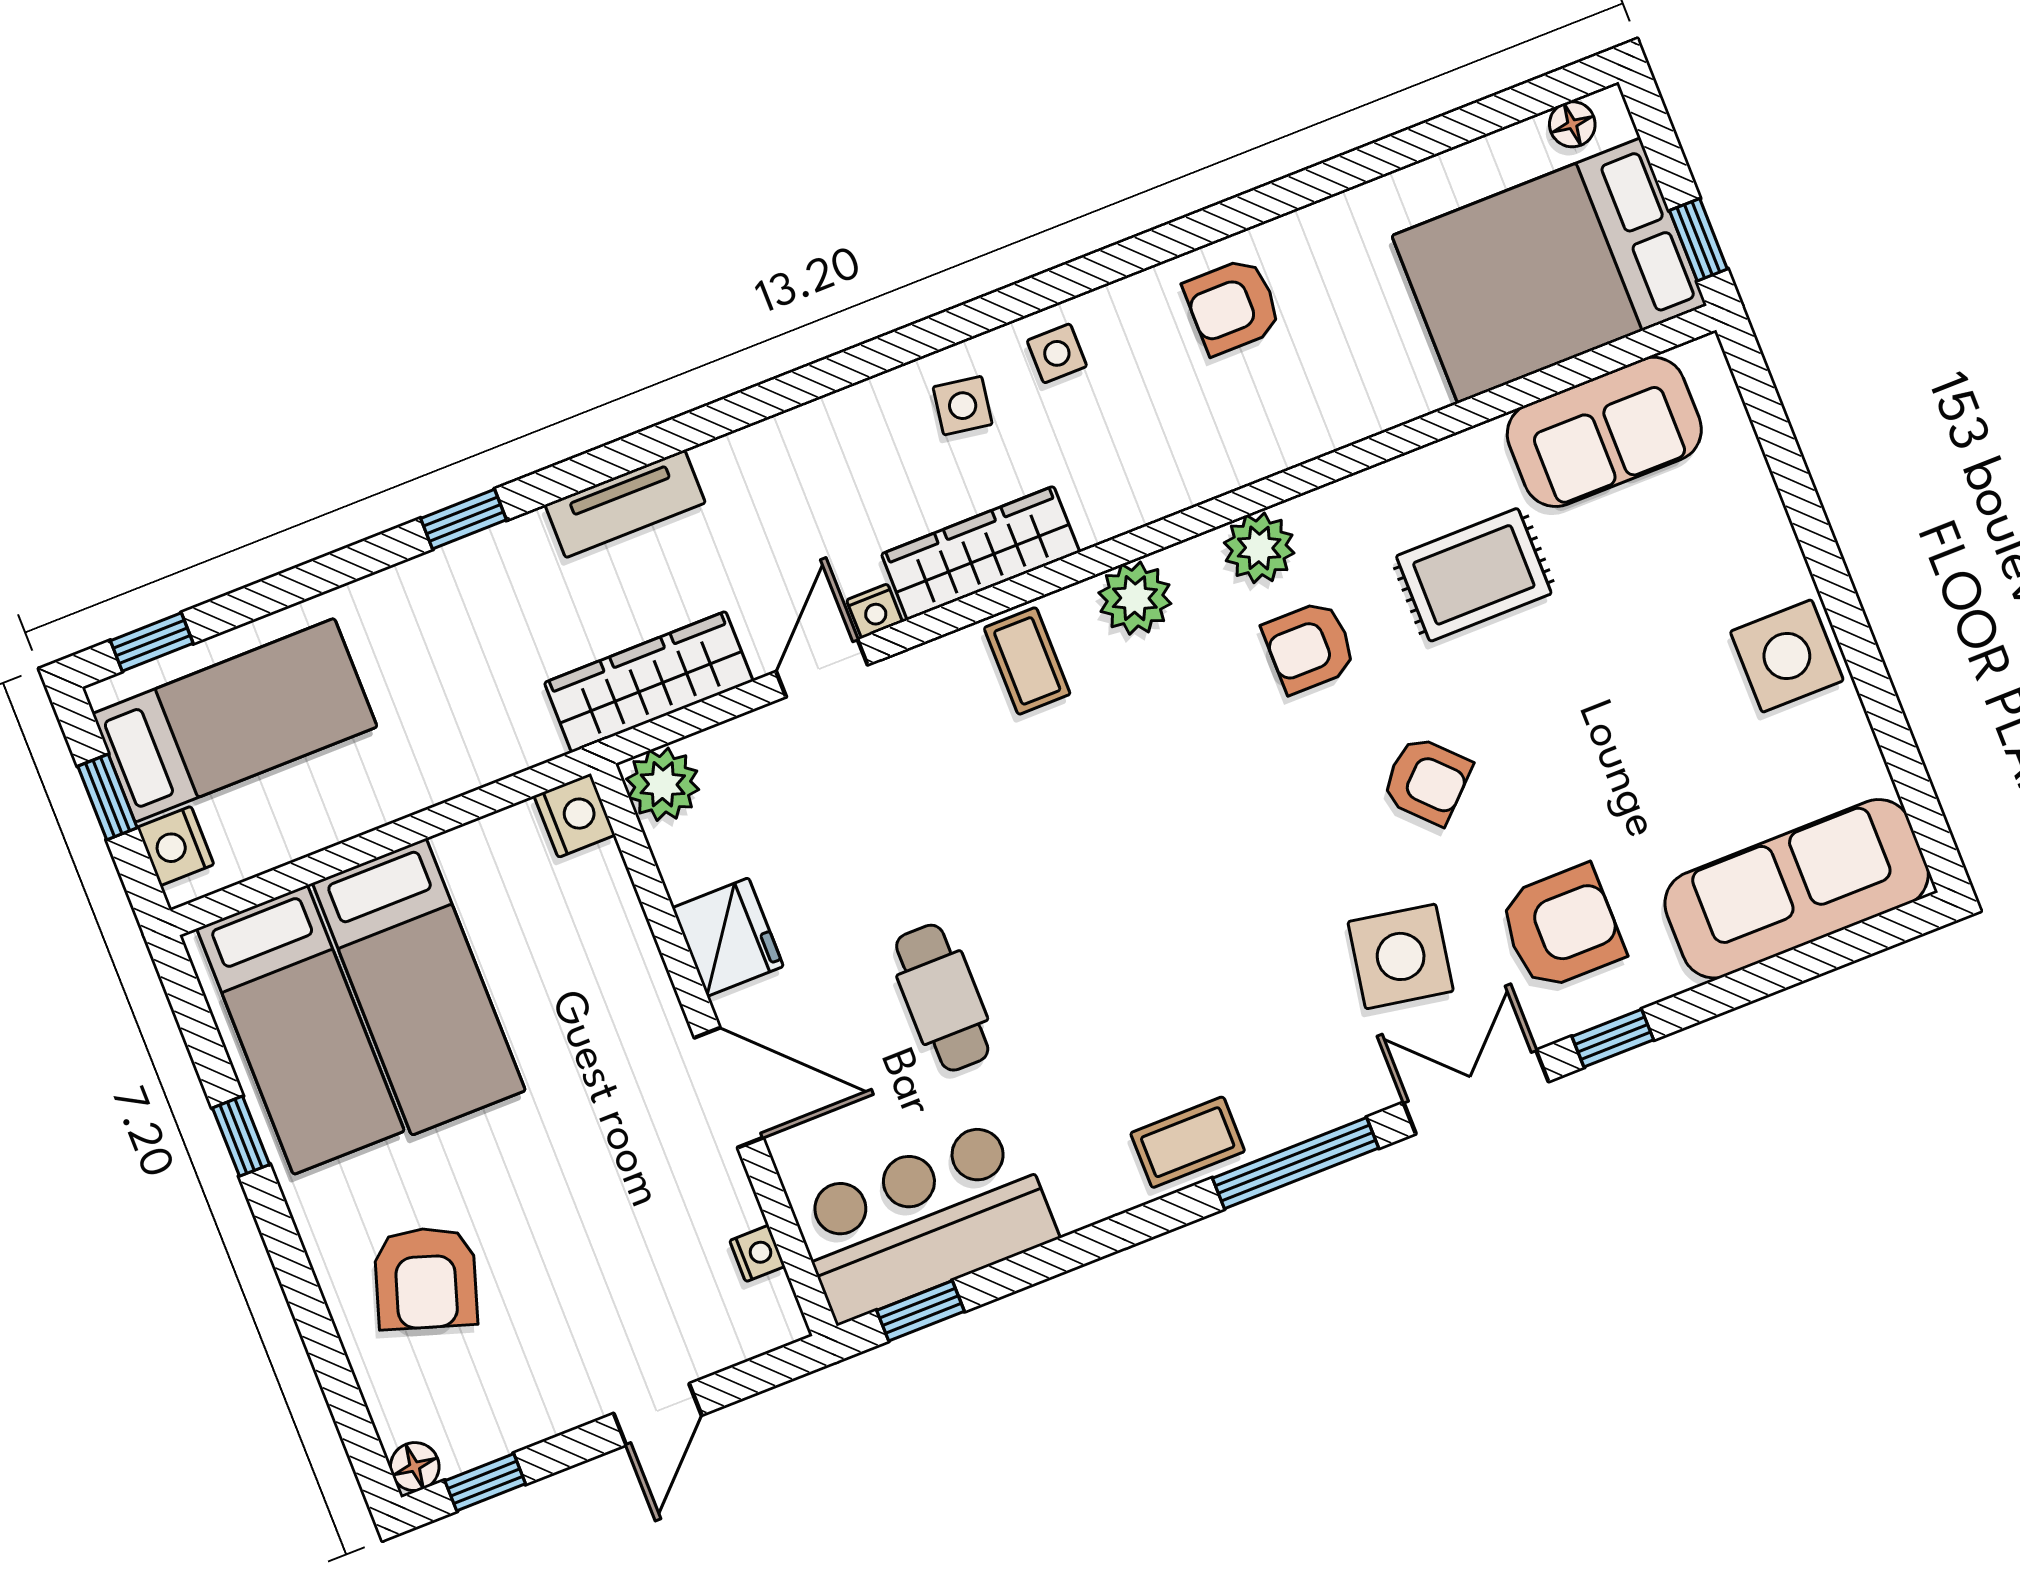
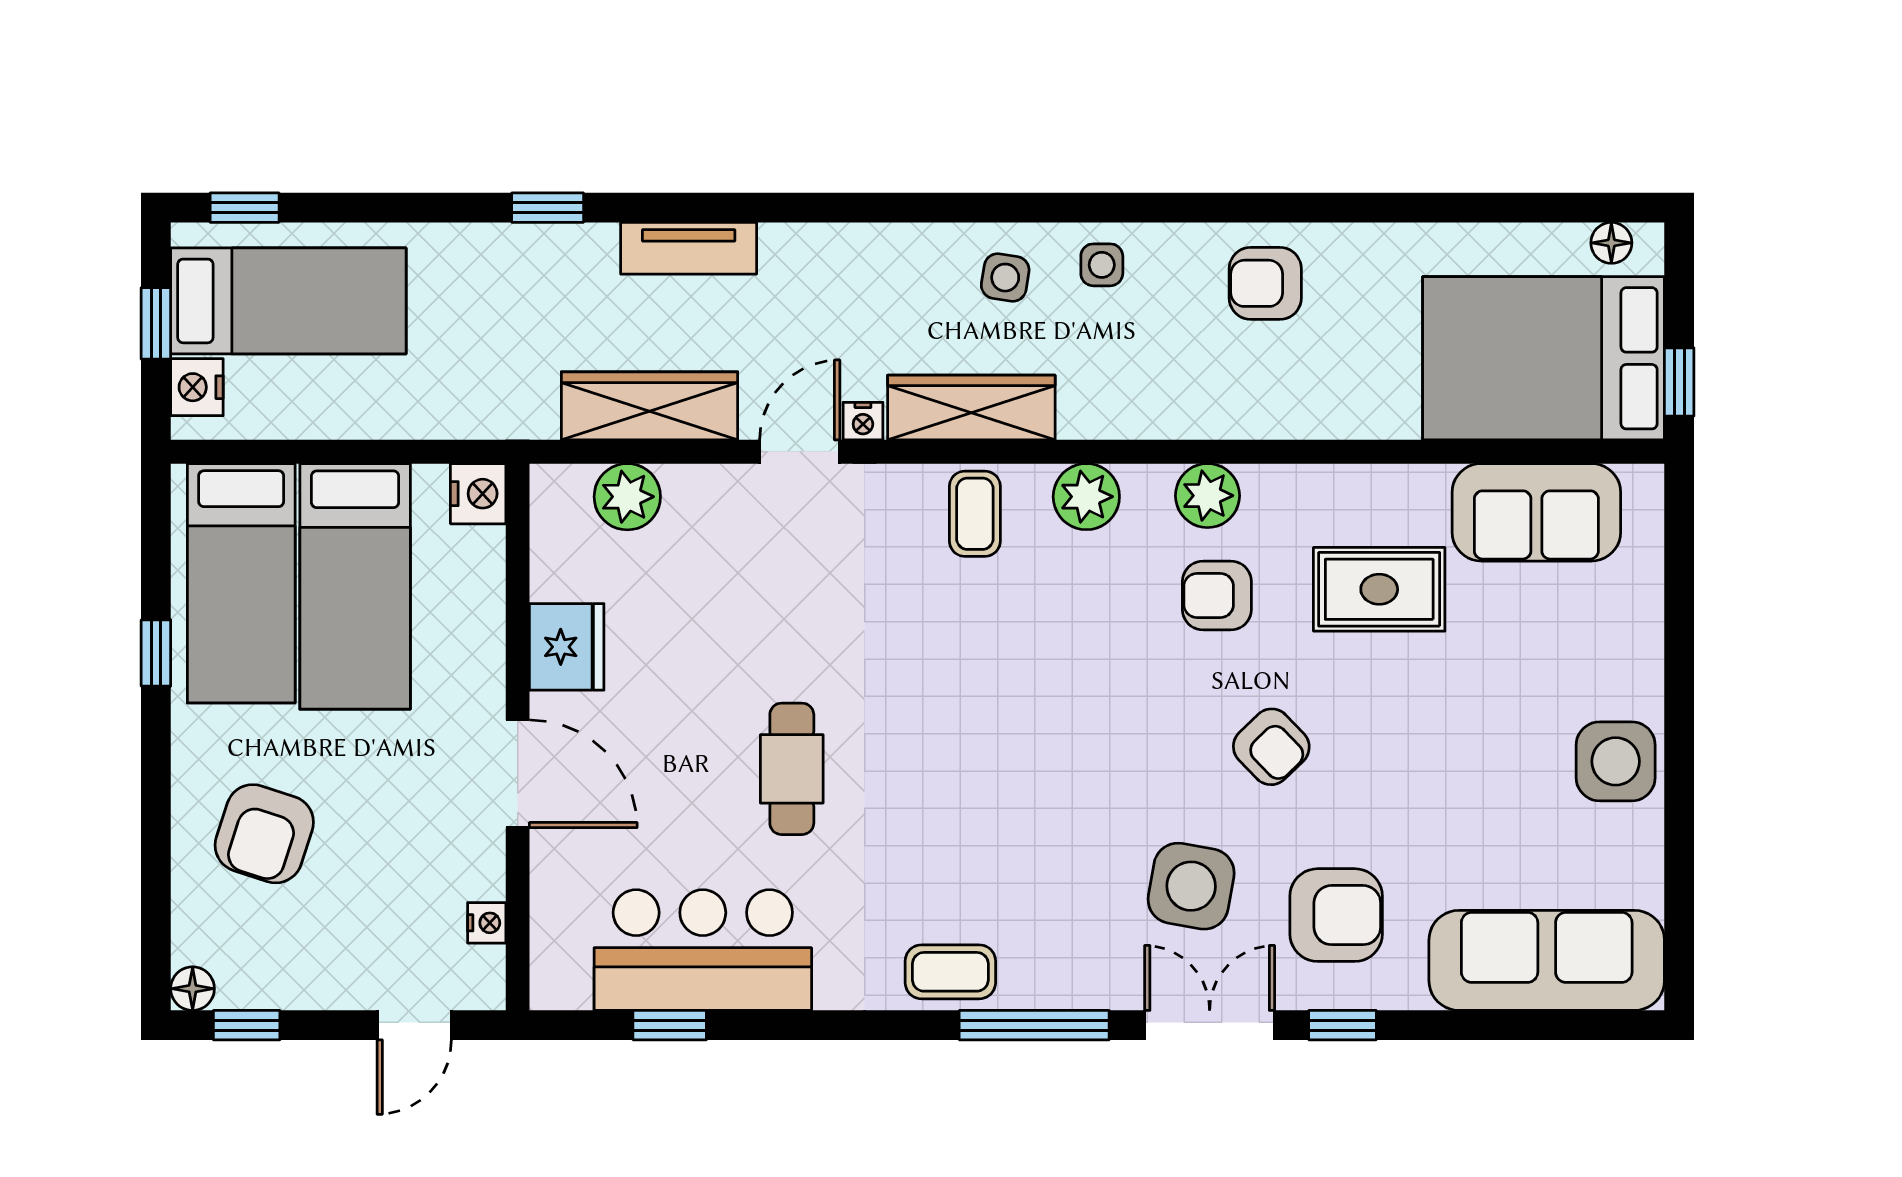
nightstand: (575, 815) -> (478, 494), moved
fridge: (728, 937) -> (567, 647), moved
wall: (714, 1050) -> (518, 737), moved
door: (729, 1088) -> (518, 774), moved
nightstand: (757, 1253) -> (487, 923), moved

